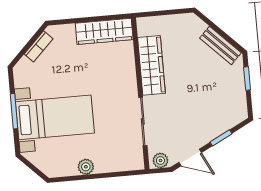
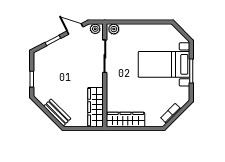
bench: (220, 45) -> (57, 112), moved
wardrobe: (151, 65) -> (96, 107), moved
plant: (86, 167) -> (114, 29), moved

